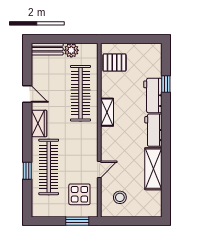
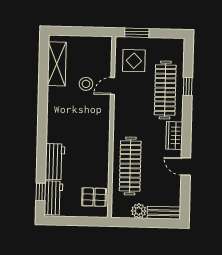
window: (166, 84) -> (41, 192), moved
shelving: (107, 112) -> (103, 145), removed
workbench: (153, 130) -> (53, 198), moved
shelving: (153, 169) -> (57, 64), moved
stool: (120, 197) -> (86, 84), moved

